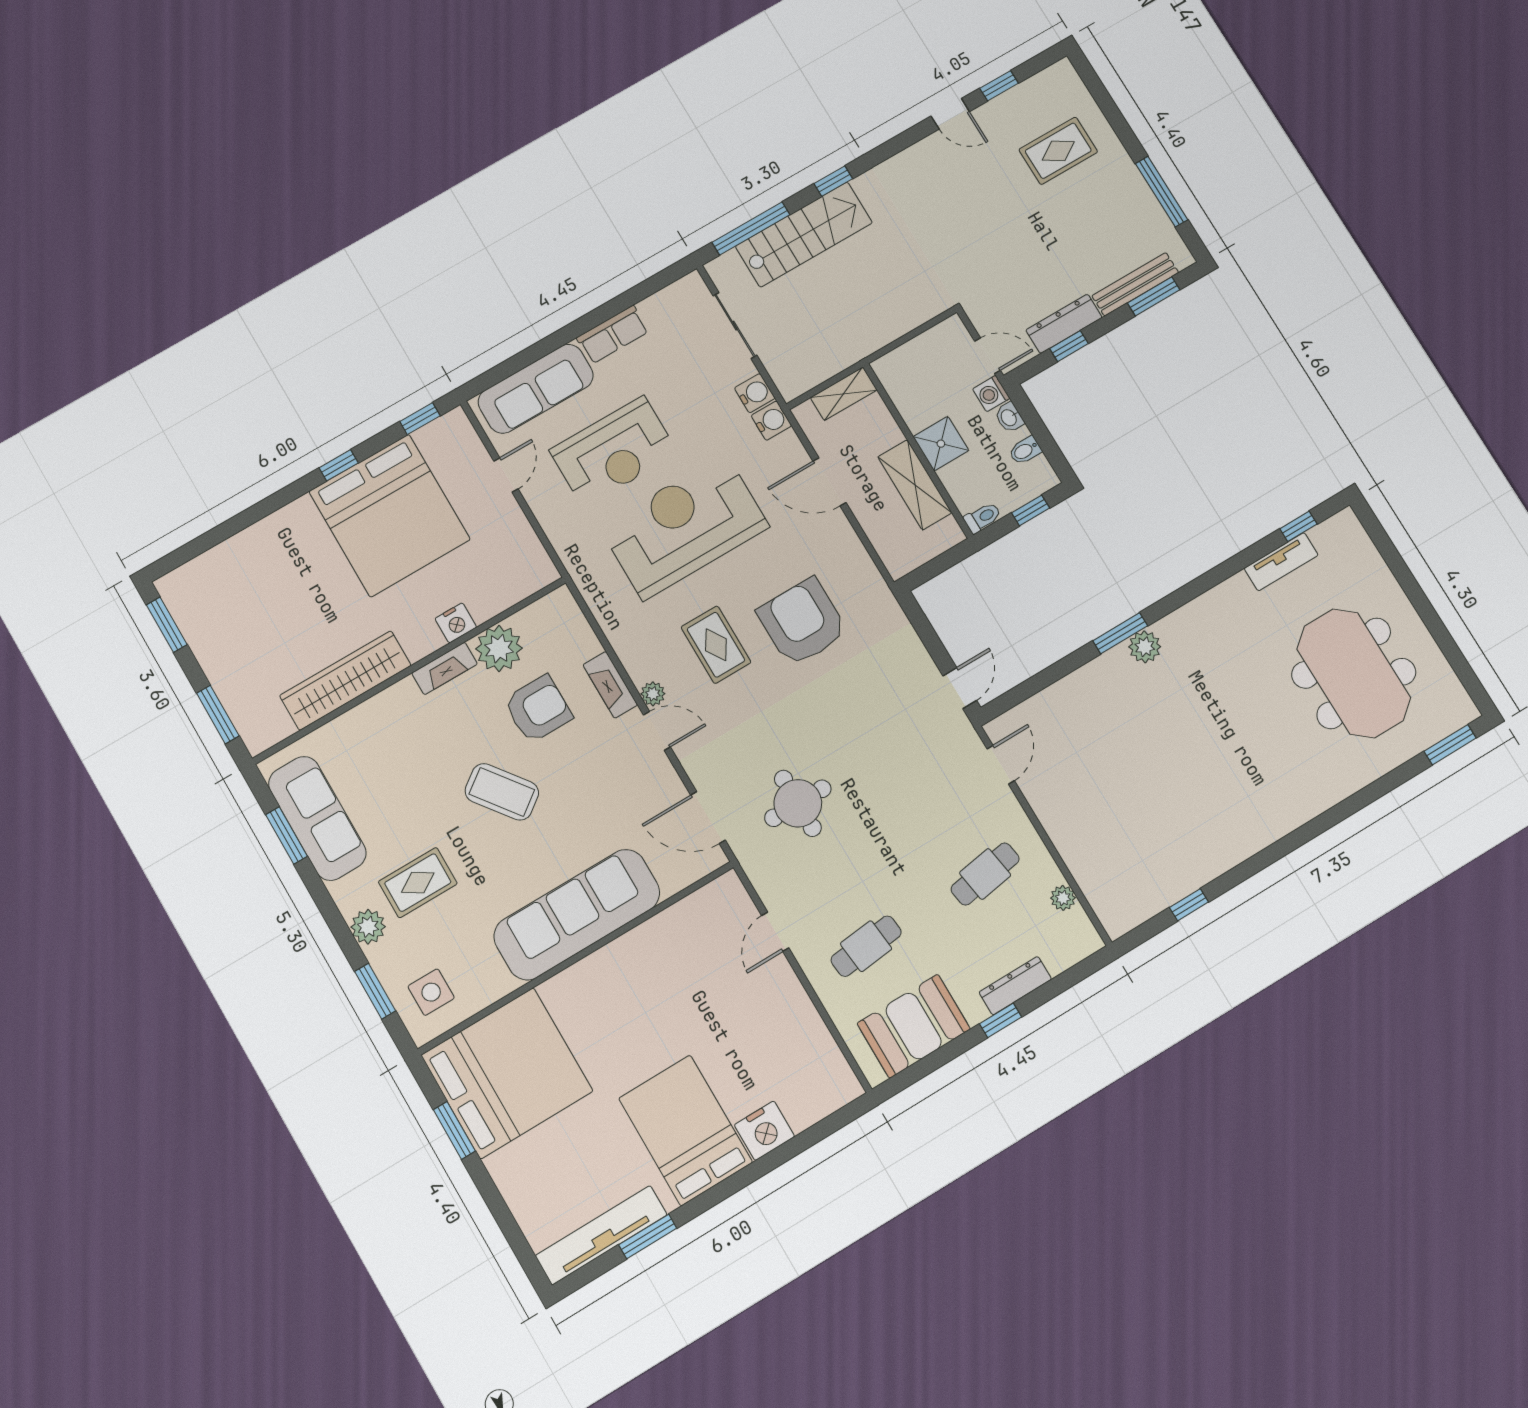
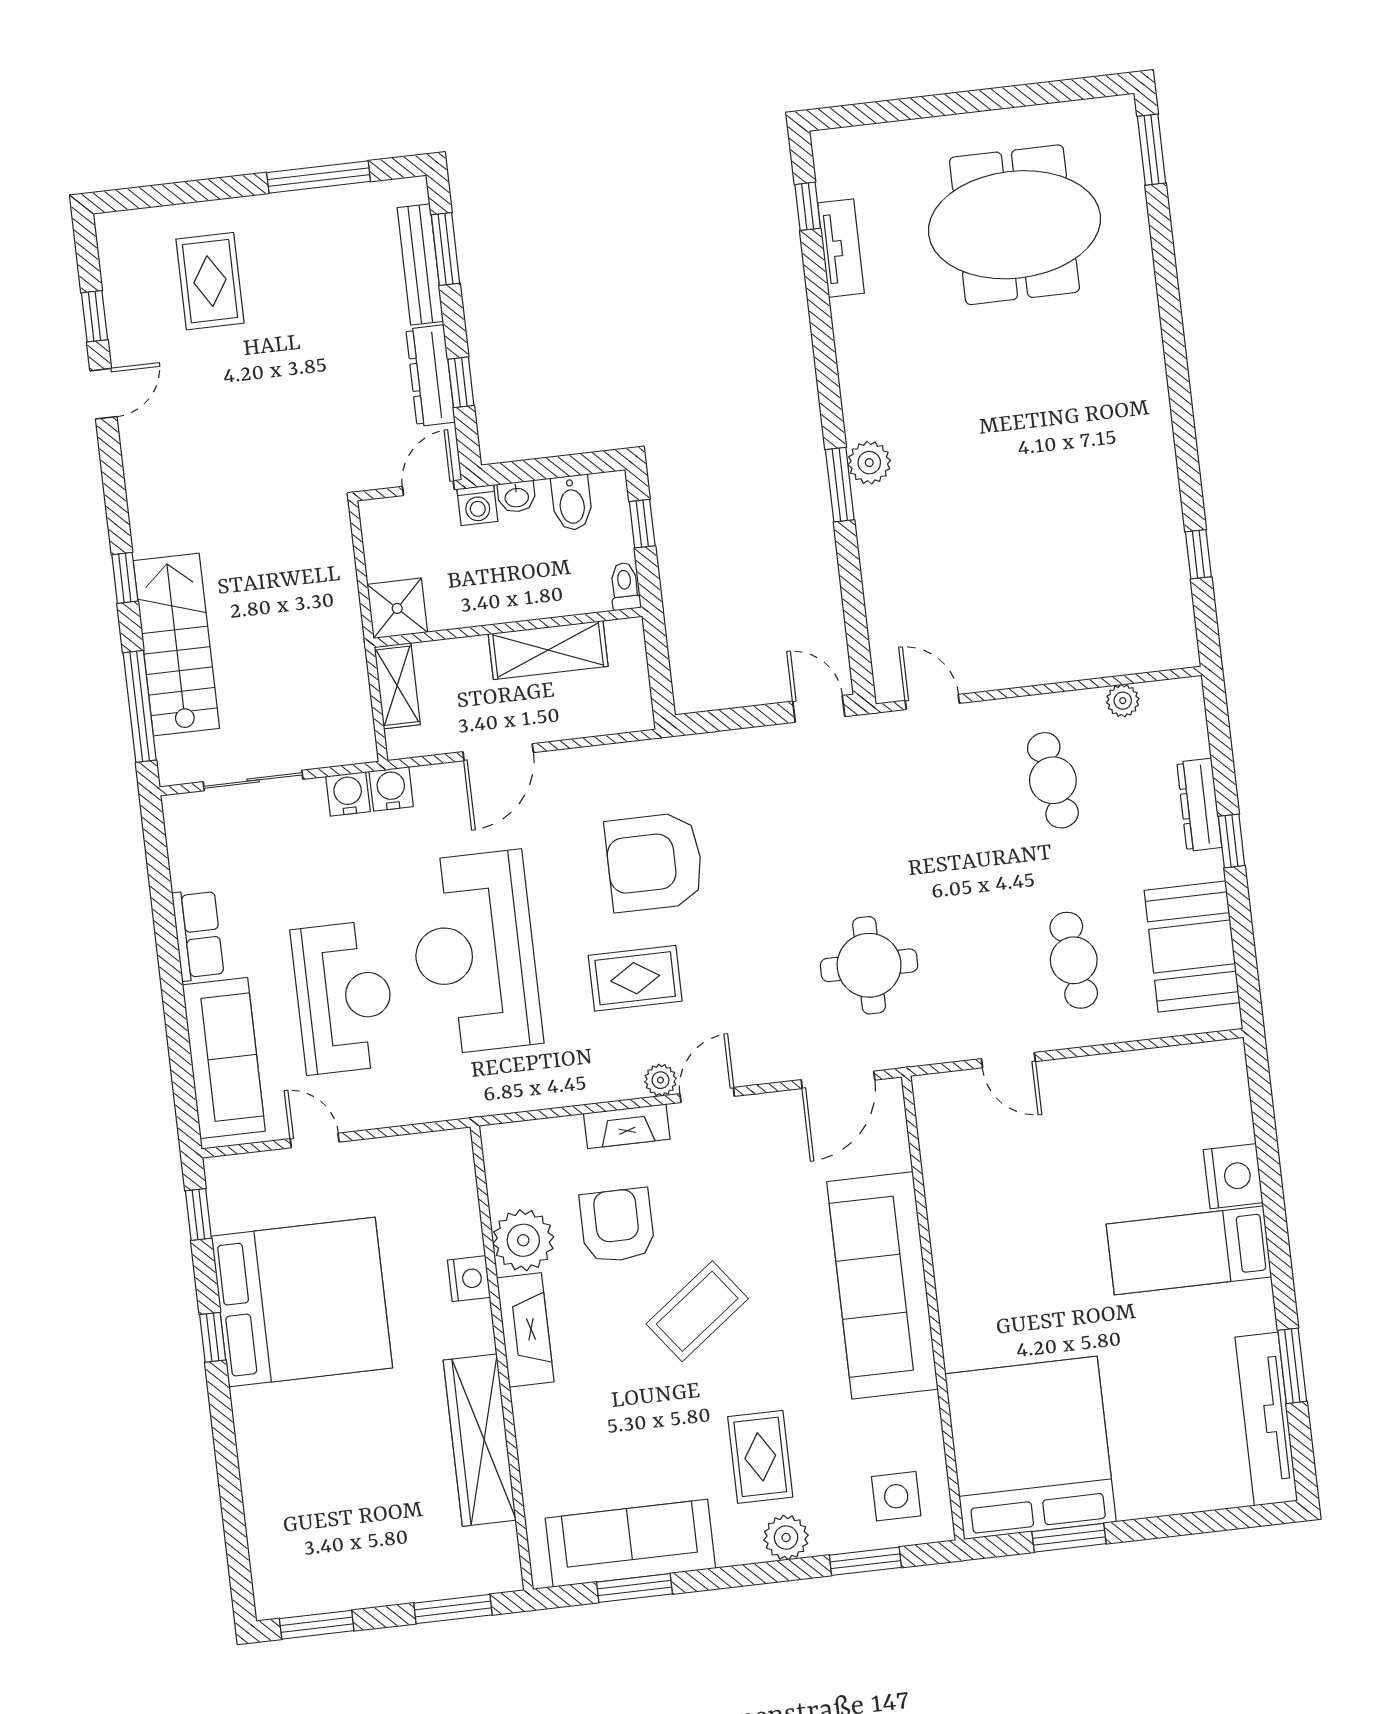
shower: (941, 444) -> (397, 608), moved
bidet: (1025, 450) -> (572, 503), width x1.38, depth x1.36
fireplace: (445, 668) -> (525, 1330), width x1.37, depth x1.32
bed: (686, 1130) -> (1189, 1250), width x0.67

